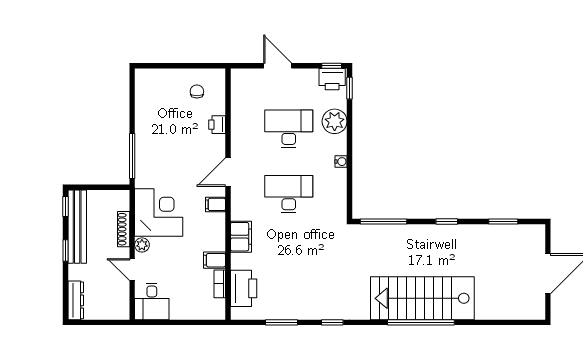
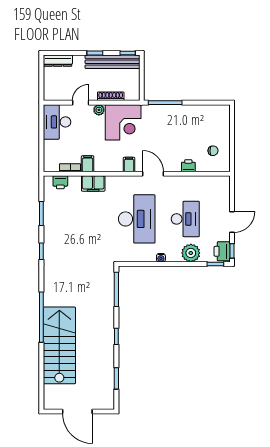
door: (278, 66) -> (232, 222), moved
desk: (289, 194) -> (137, 219), width x1.36, depth x1.30
filing cabinet: (241, 237) -> (93, 183), moved
printer: (244, 288) -> (60, 182), width x0.53, depth x0.68
stairs: (422, 298) -> (59, 345), moved
desk: (152, 301) -> (57, 122), width x1.37

